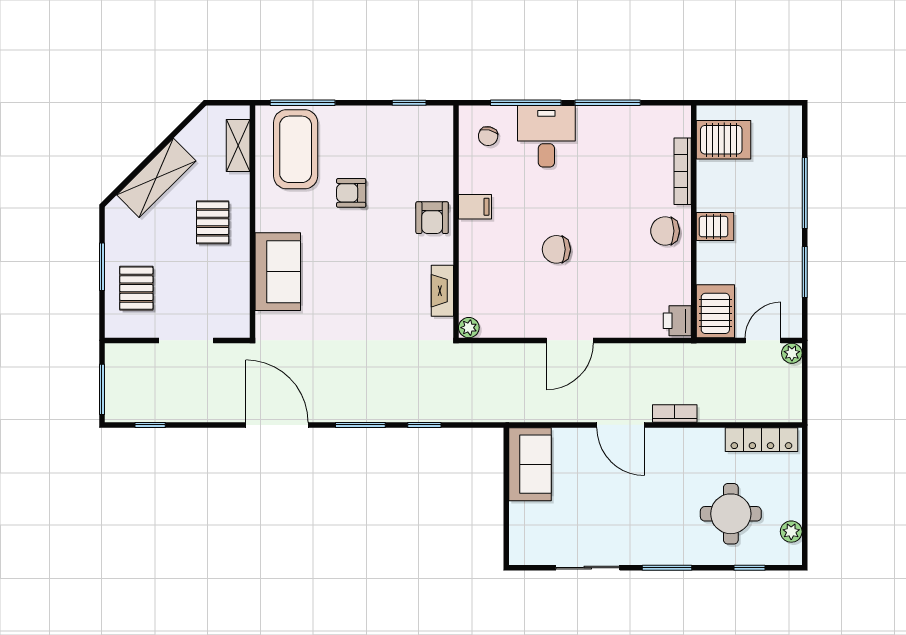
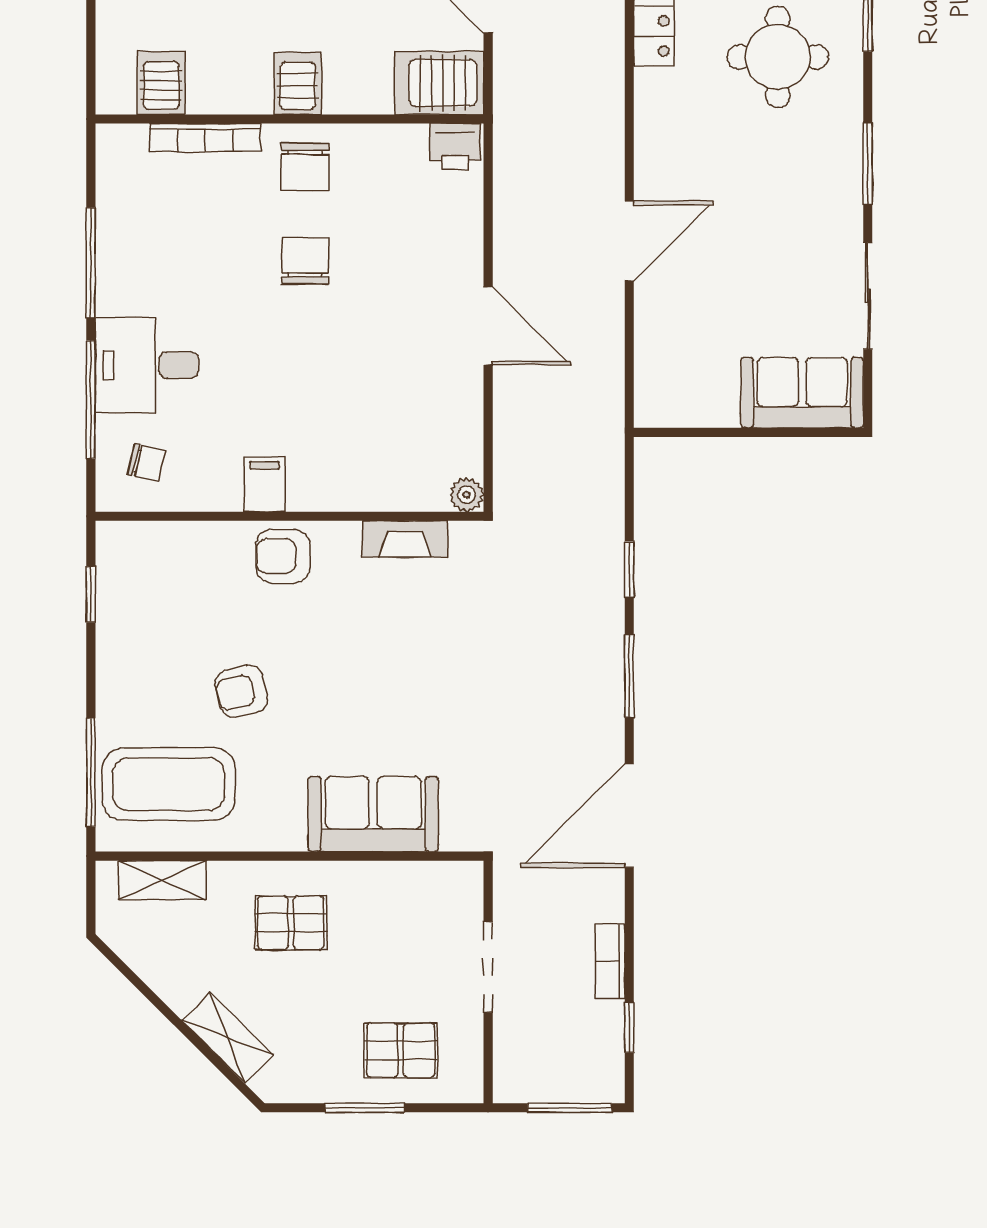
server rack: (723, 140) -> (161, 83), width x0.73, depth x0.70
shelving: (156, 178) -> (227, 1038), width x0.67, depth x0.75
armchair: (351, 193) -> (242, 691), turned 77
armchair: (432, 218) -> (283, 556), turned 180
chair: (556, 249) -> (305, 261), moved, turned 180
bookcase: (675, 413) -> (610, 961), moved
sofa: (530, 464) -> (802, 393), moved

